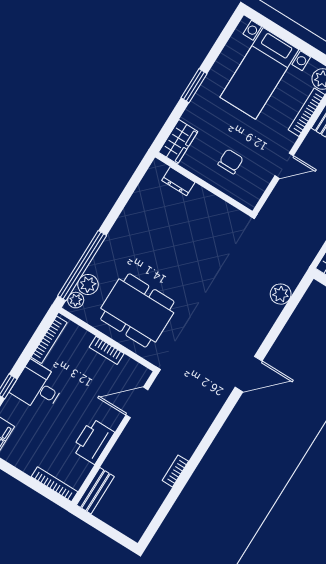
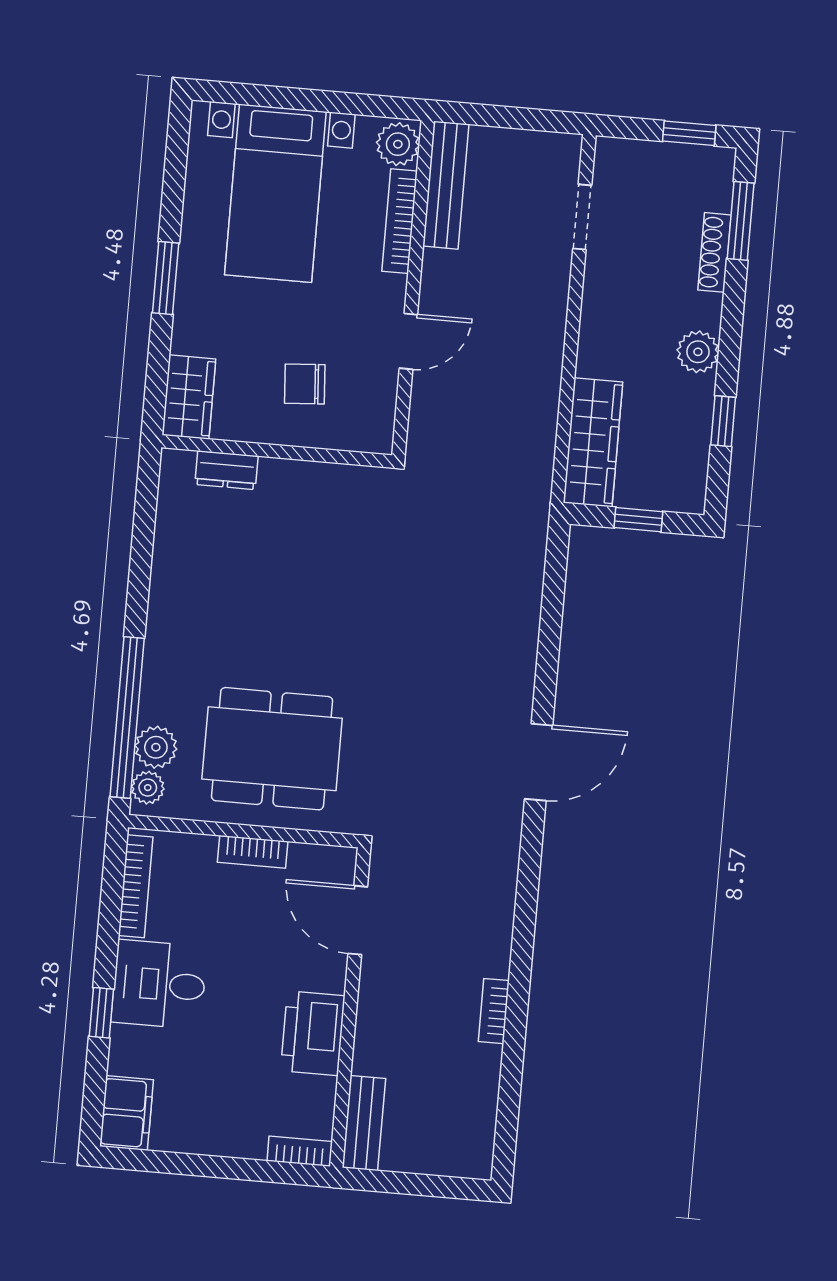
chair: (231, 161) -> (305, 384), turned -94
plant: (281, 294) -> (523, 583), removed
door: (137, 402) -> (358, 920), hinge flipped
bookcase: (54, 484) -> (300, 1151), width x0.64

